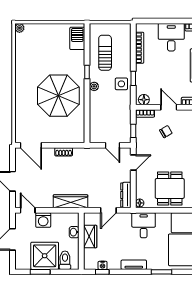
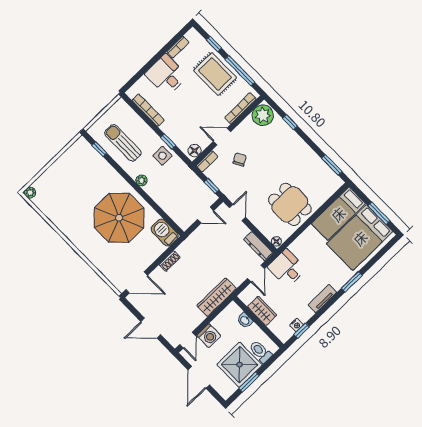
barbecue: (77, 38) -> (165, 233), moved
window: (87, 72) -> (99, 149), moved
door: (28, 210) -> (188, 340), swing flipped
desk: (144, 225) -> (287, 268), moved

